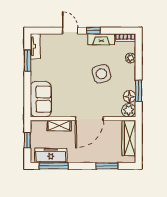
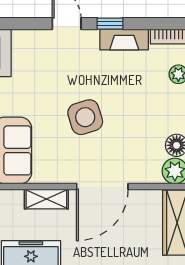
side table: (101, 74) -> (85, 117), moved

